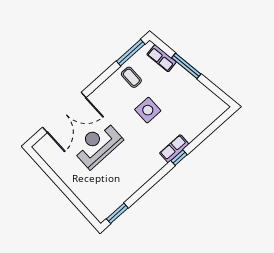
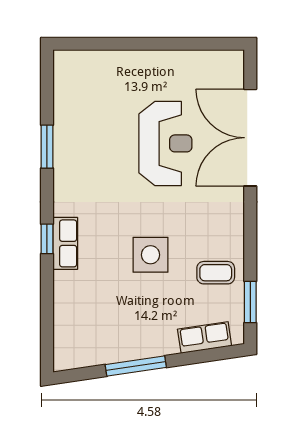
window: (131, 53) -> (250, 302), width x0.69
window: (186, 66) -> (136, 366), moved
window: (117, 213) -> (47, 147), moved

